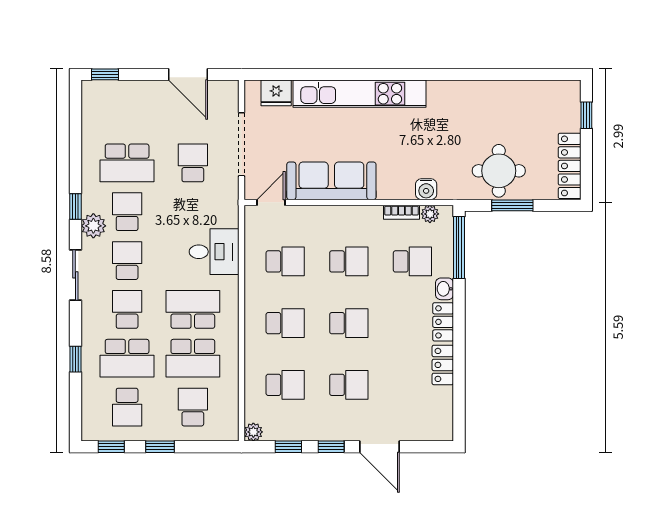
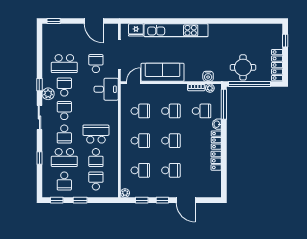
window: (512, 205) -> (250, 84), width x2.11
desk: (214, 252) -> (106, 89), moved
school desk: (127, 309) -> (64, 134), turned 180
school desk: (193, 358) -> (96, 158), width x0.54

